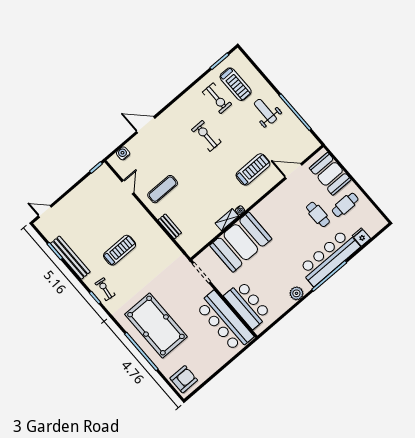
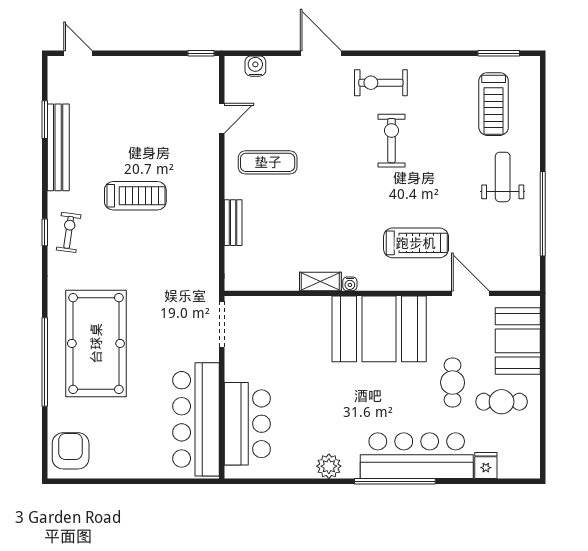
exercise bike: (217, 98) -> (381, 83), moved, turned 90
booth: (241, 242) -> (379, 329), moved
armchair: (184, 379) -> (71, 451), turned -90

